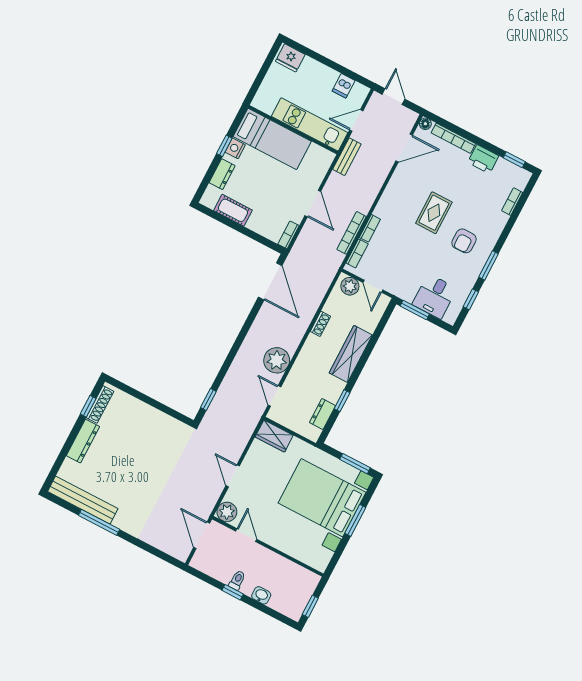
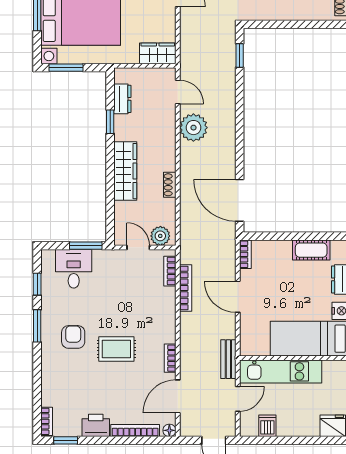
bookcase: (512, 202) -> (47, 421), moved
rug: (434, 213) -> (116, 349), turned 90
bookcase: (370, 228) -> (170, 358), moved

